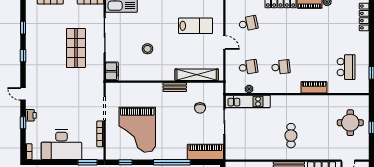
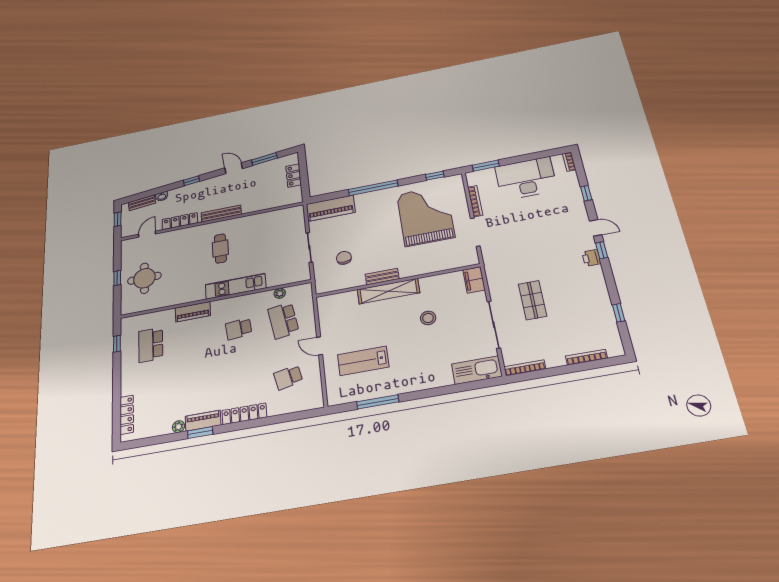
shop shelf: (76, 48) -> (533, 300), width x0.70, depth x0.74
window: (23, 56) -> (602, 250), moved
school desk: (248, 67) -> (283, 320), width x1.85
shelving: (197, 75) -> (388, 291), moved
kitchen unit: (248, 101) -> (236, 286), moved
printer: (31, 115) -> (592, 258), moved

